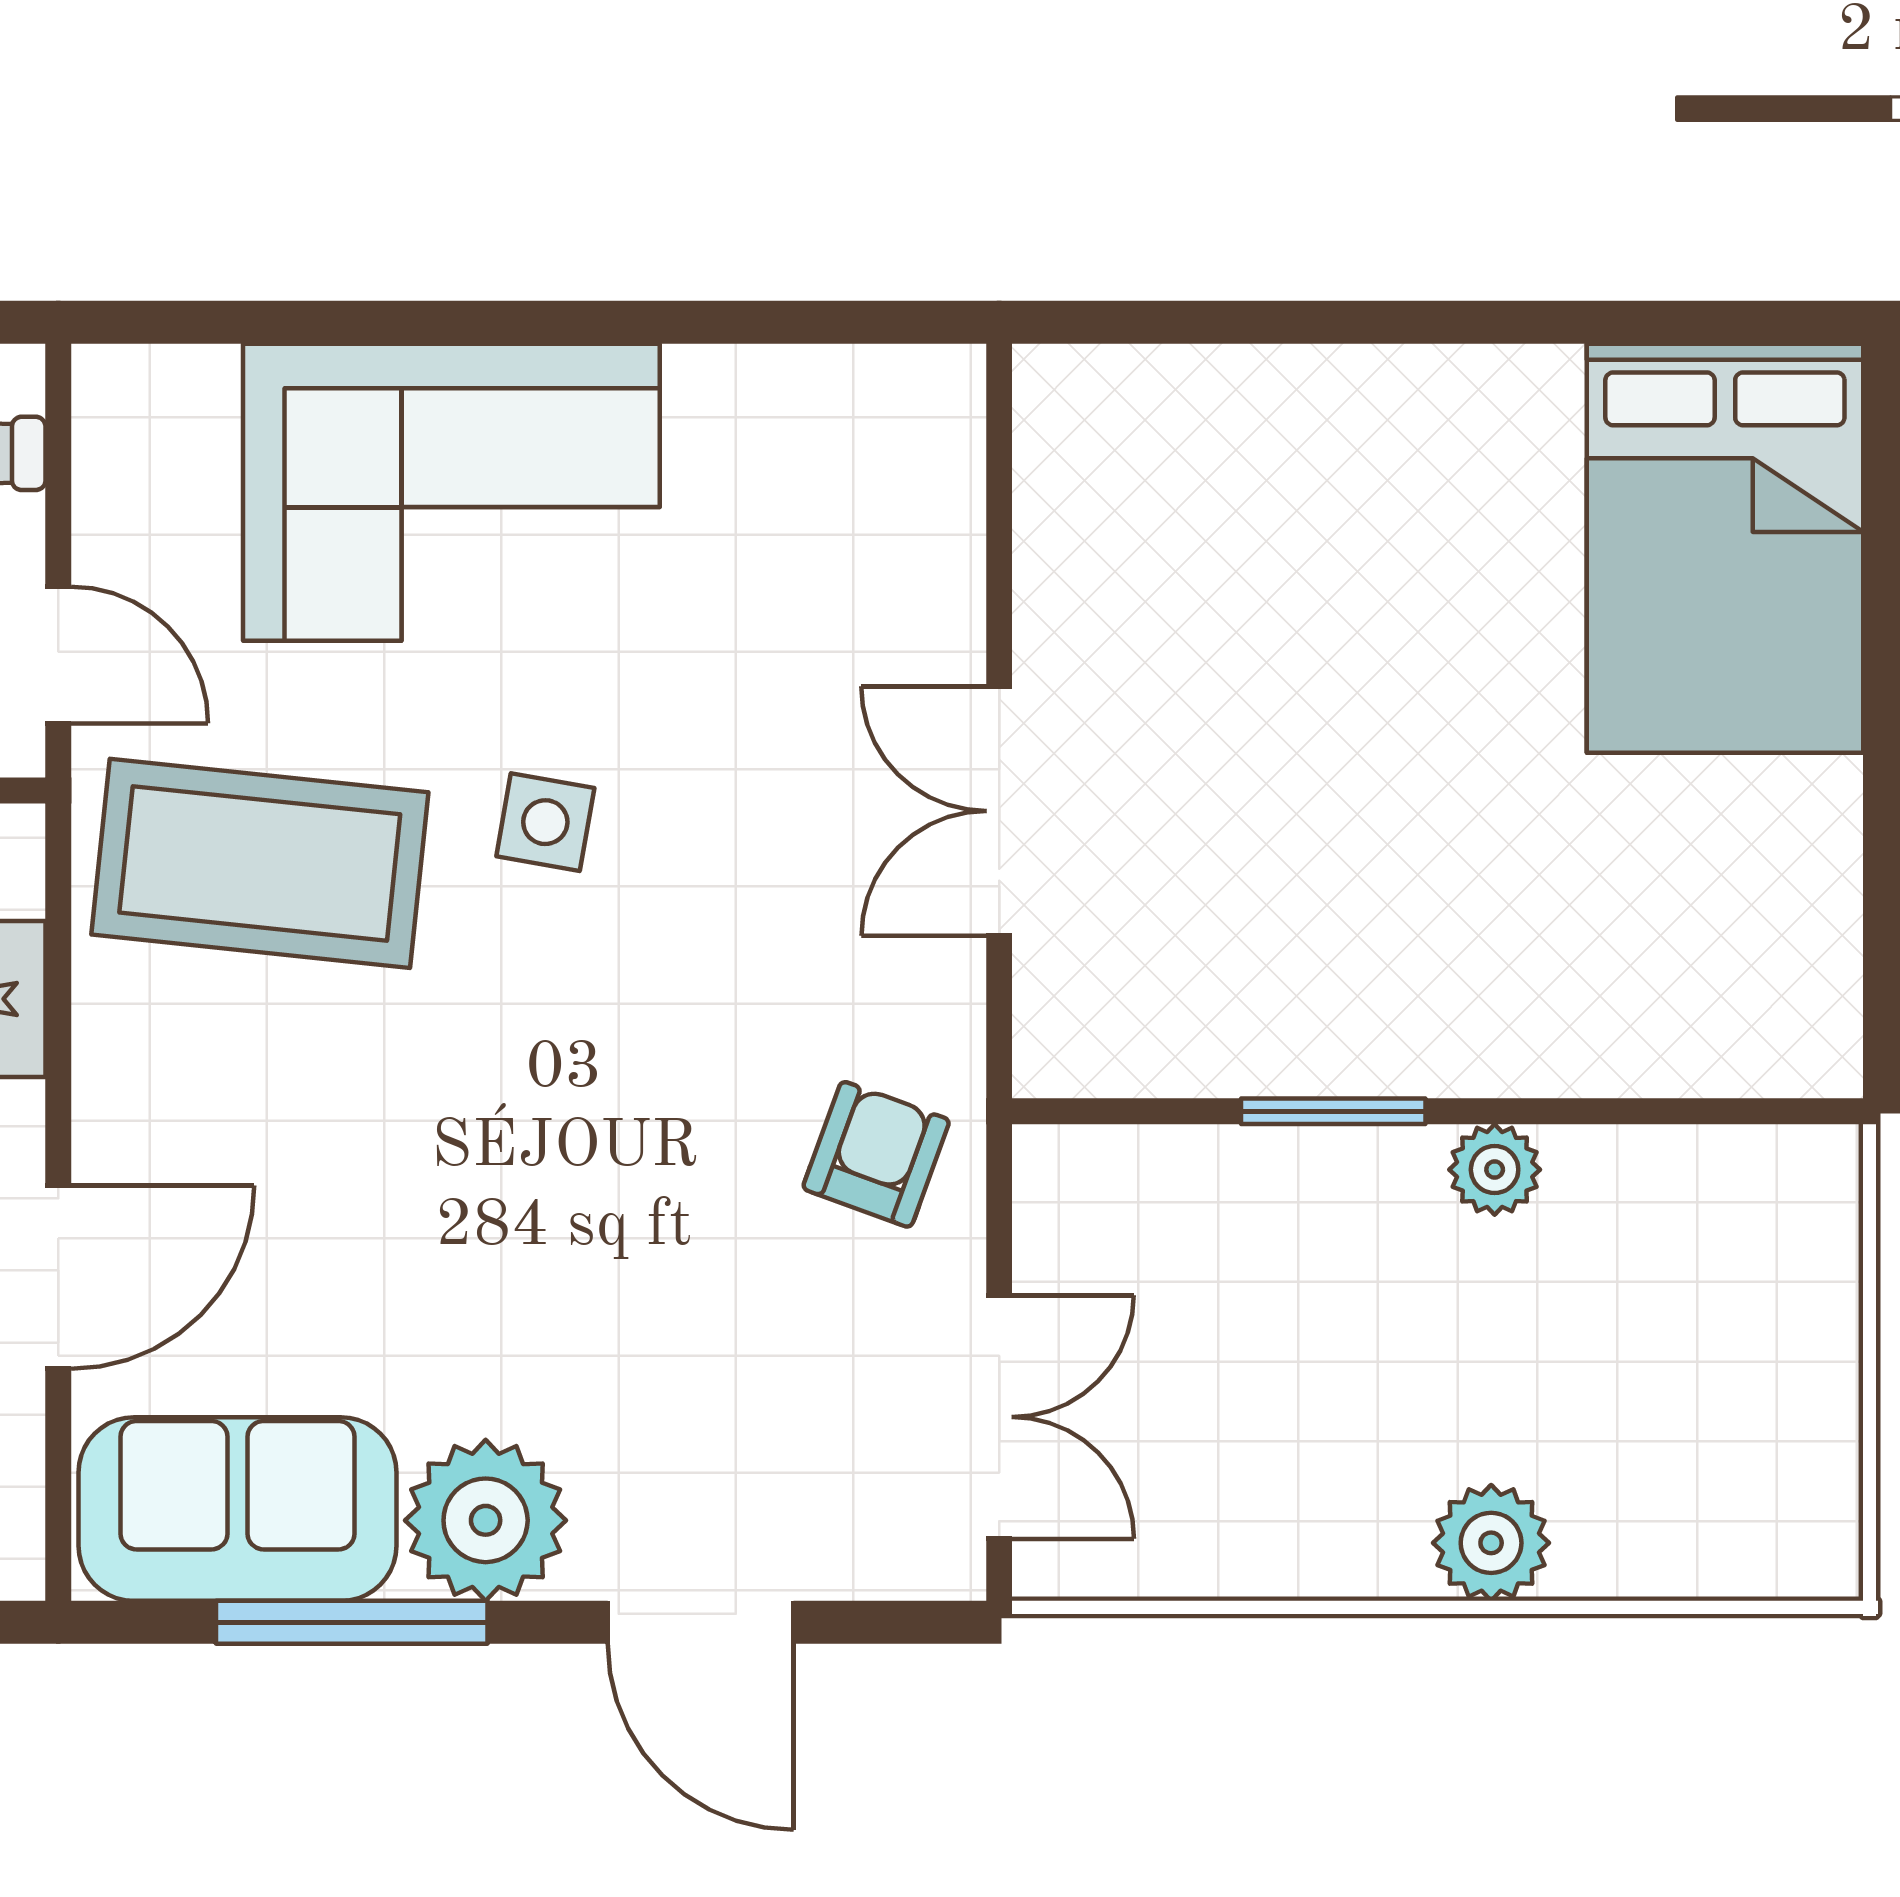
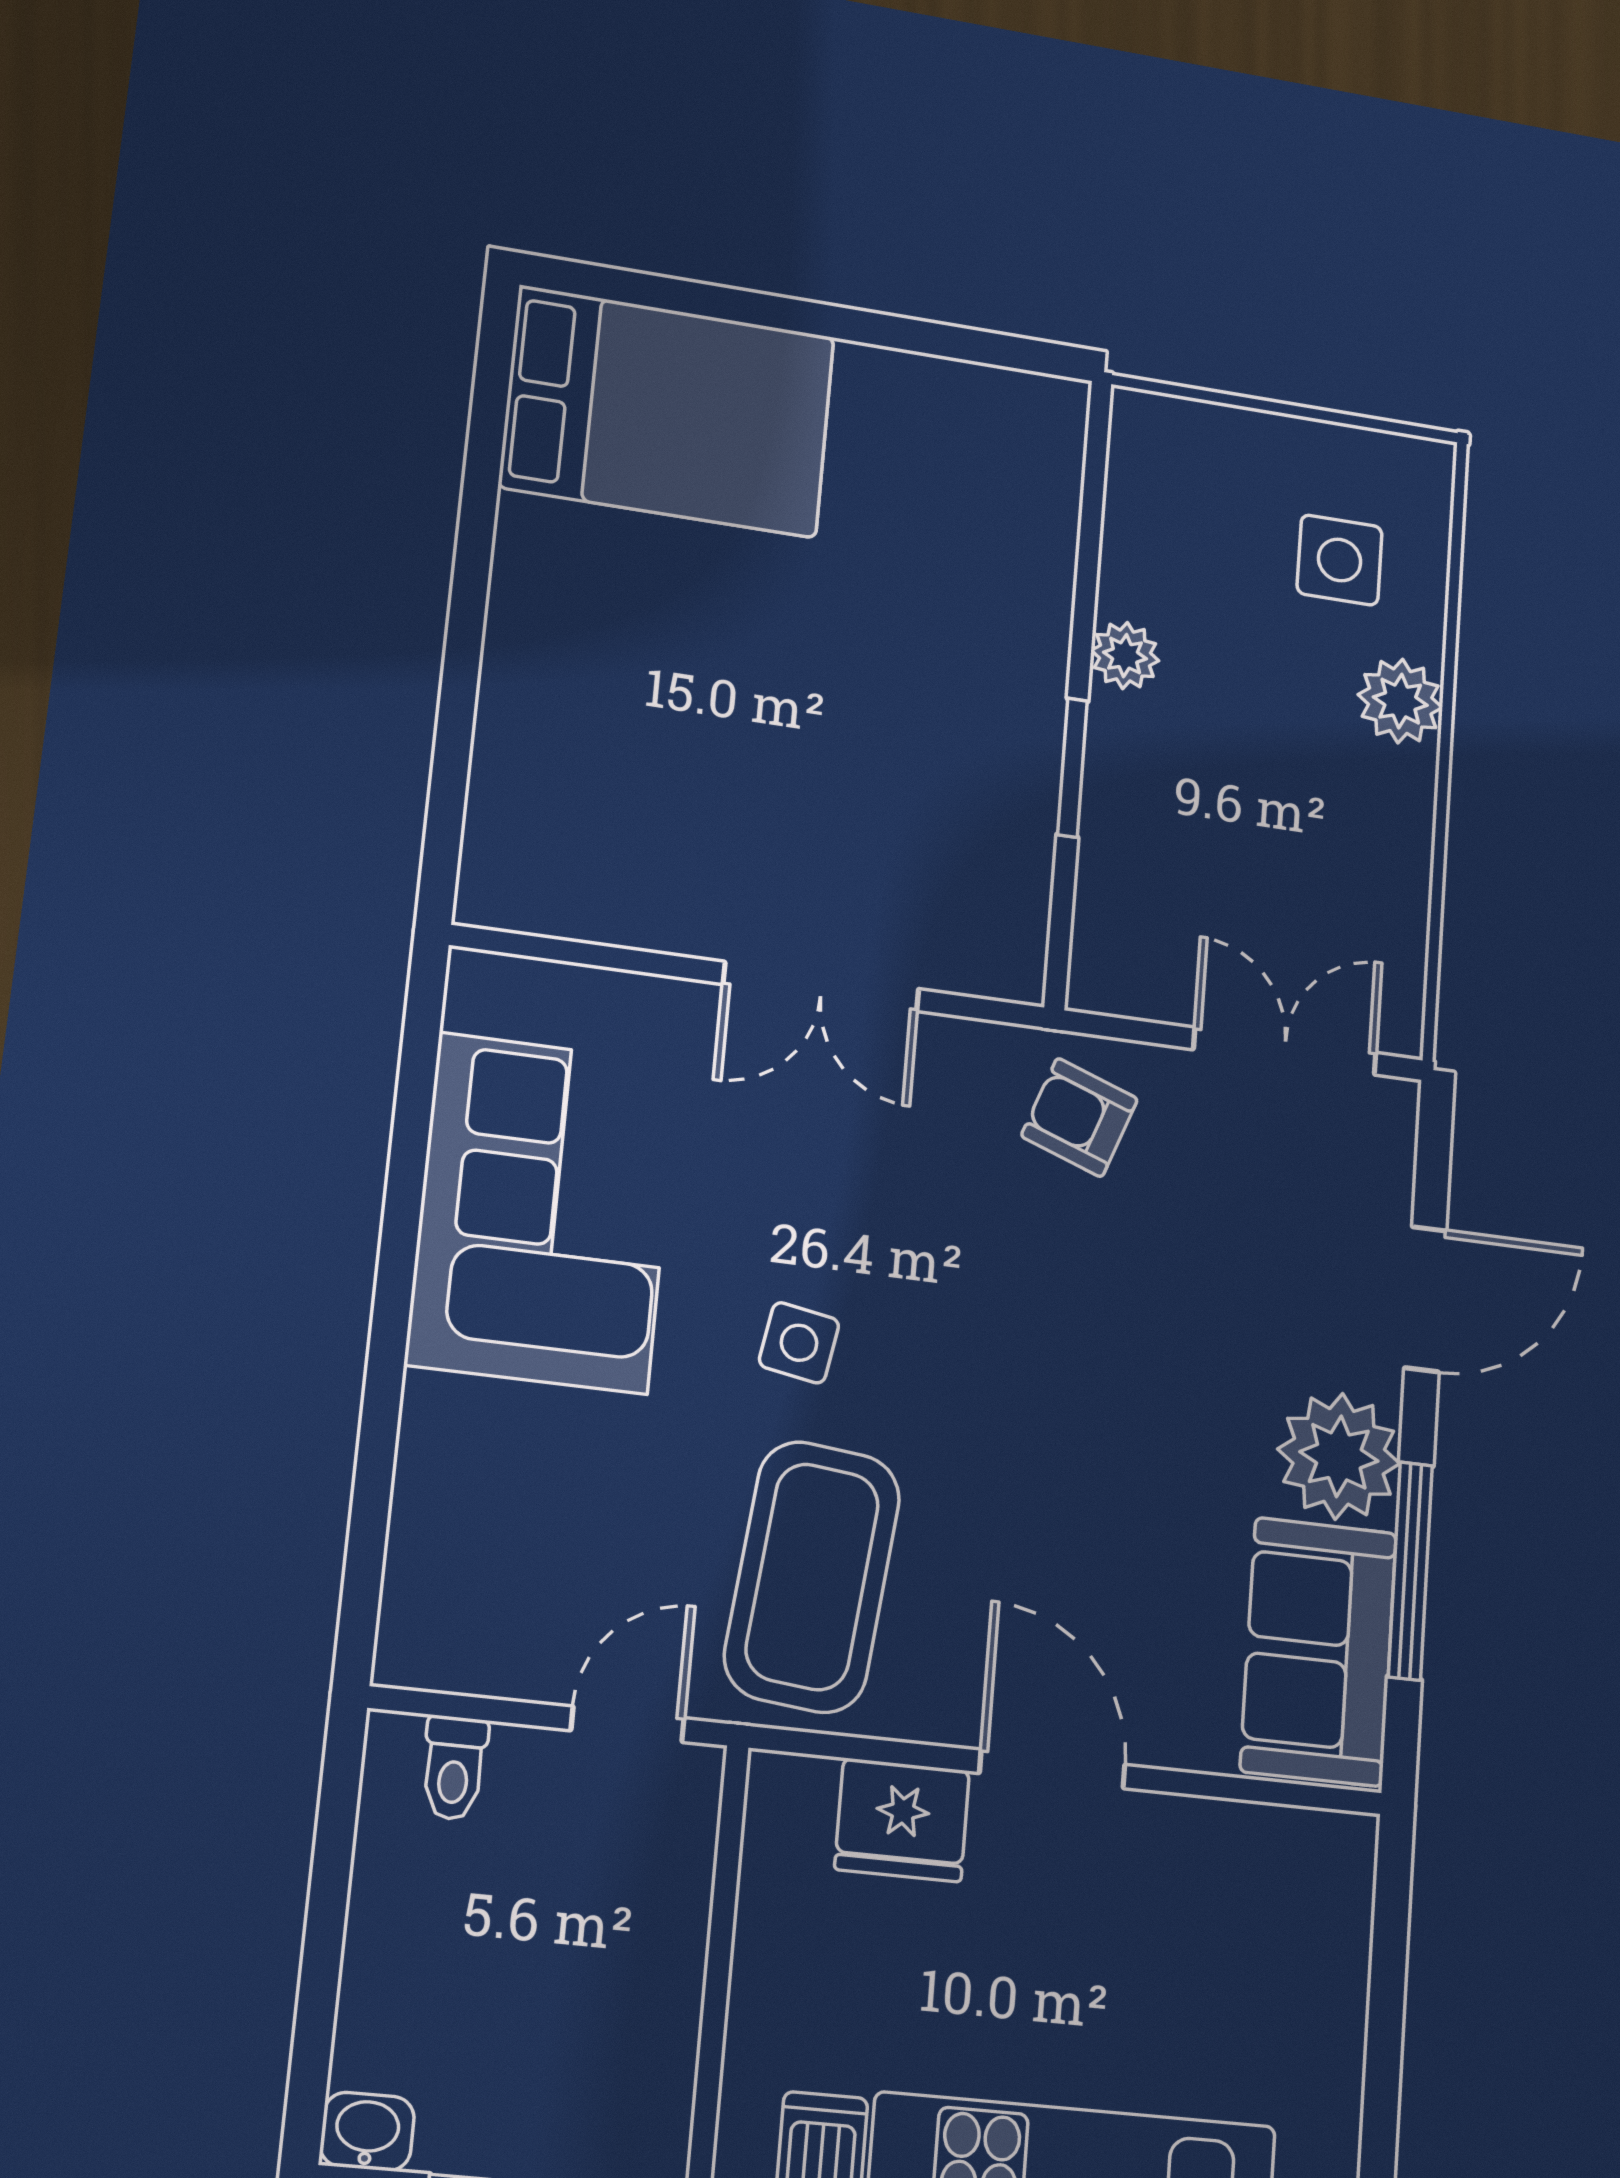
corner sofa: (451, 492) -> (543, 1213), moved
door: (58, 1277) -> (1052, 1769), moved
side table: (1672, 1449) -> (1340, 560), added

